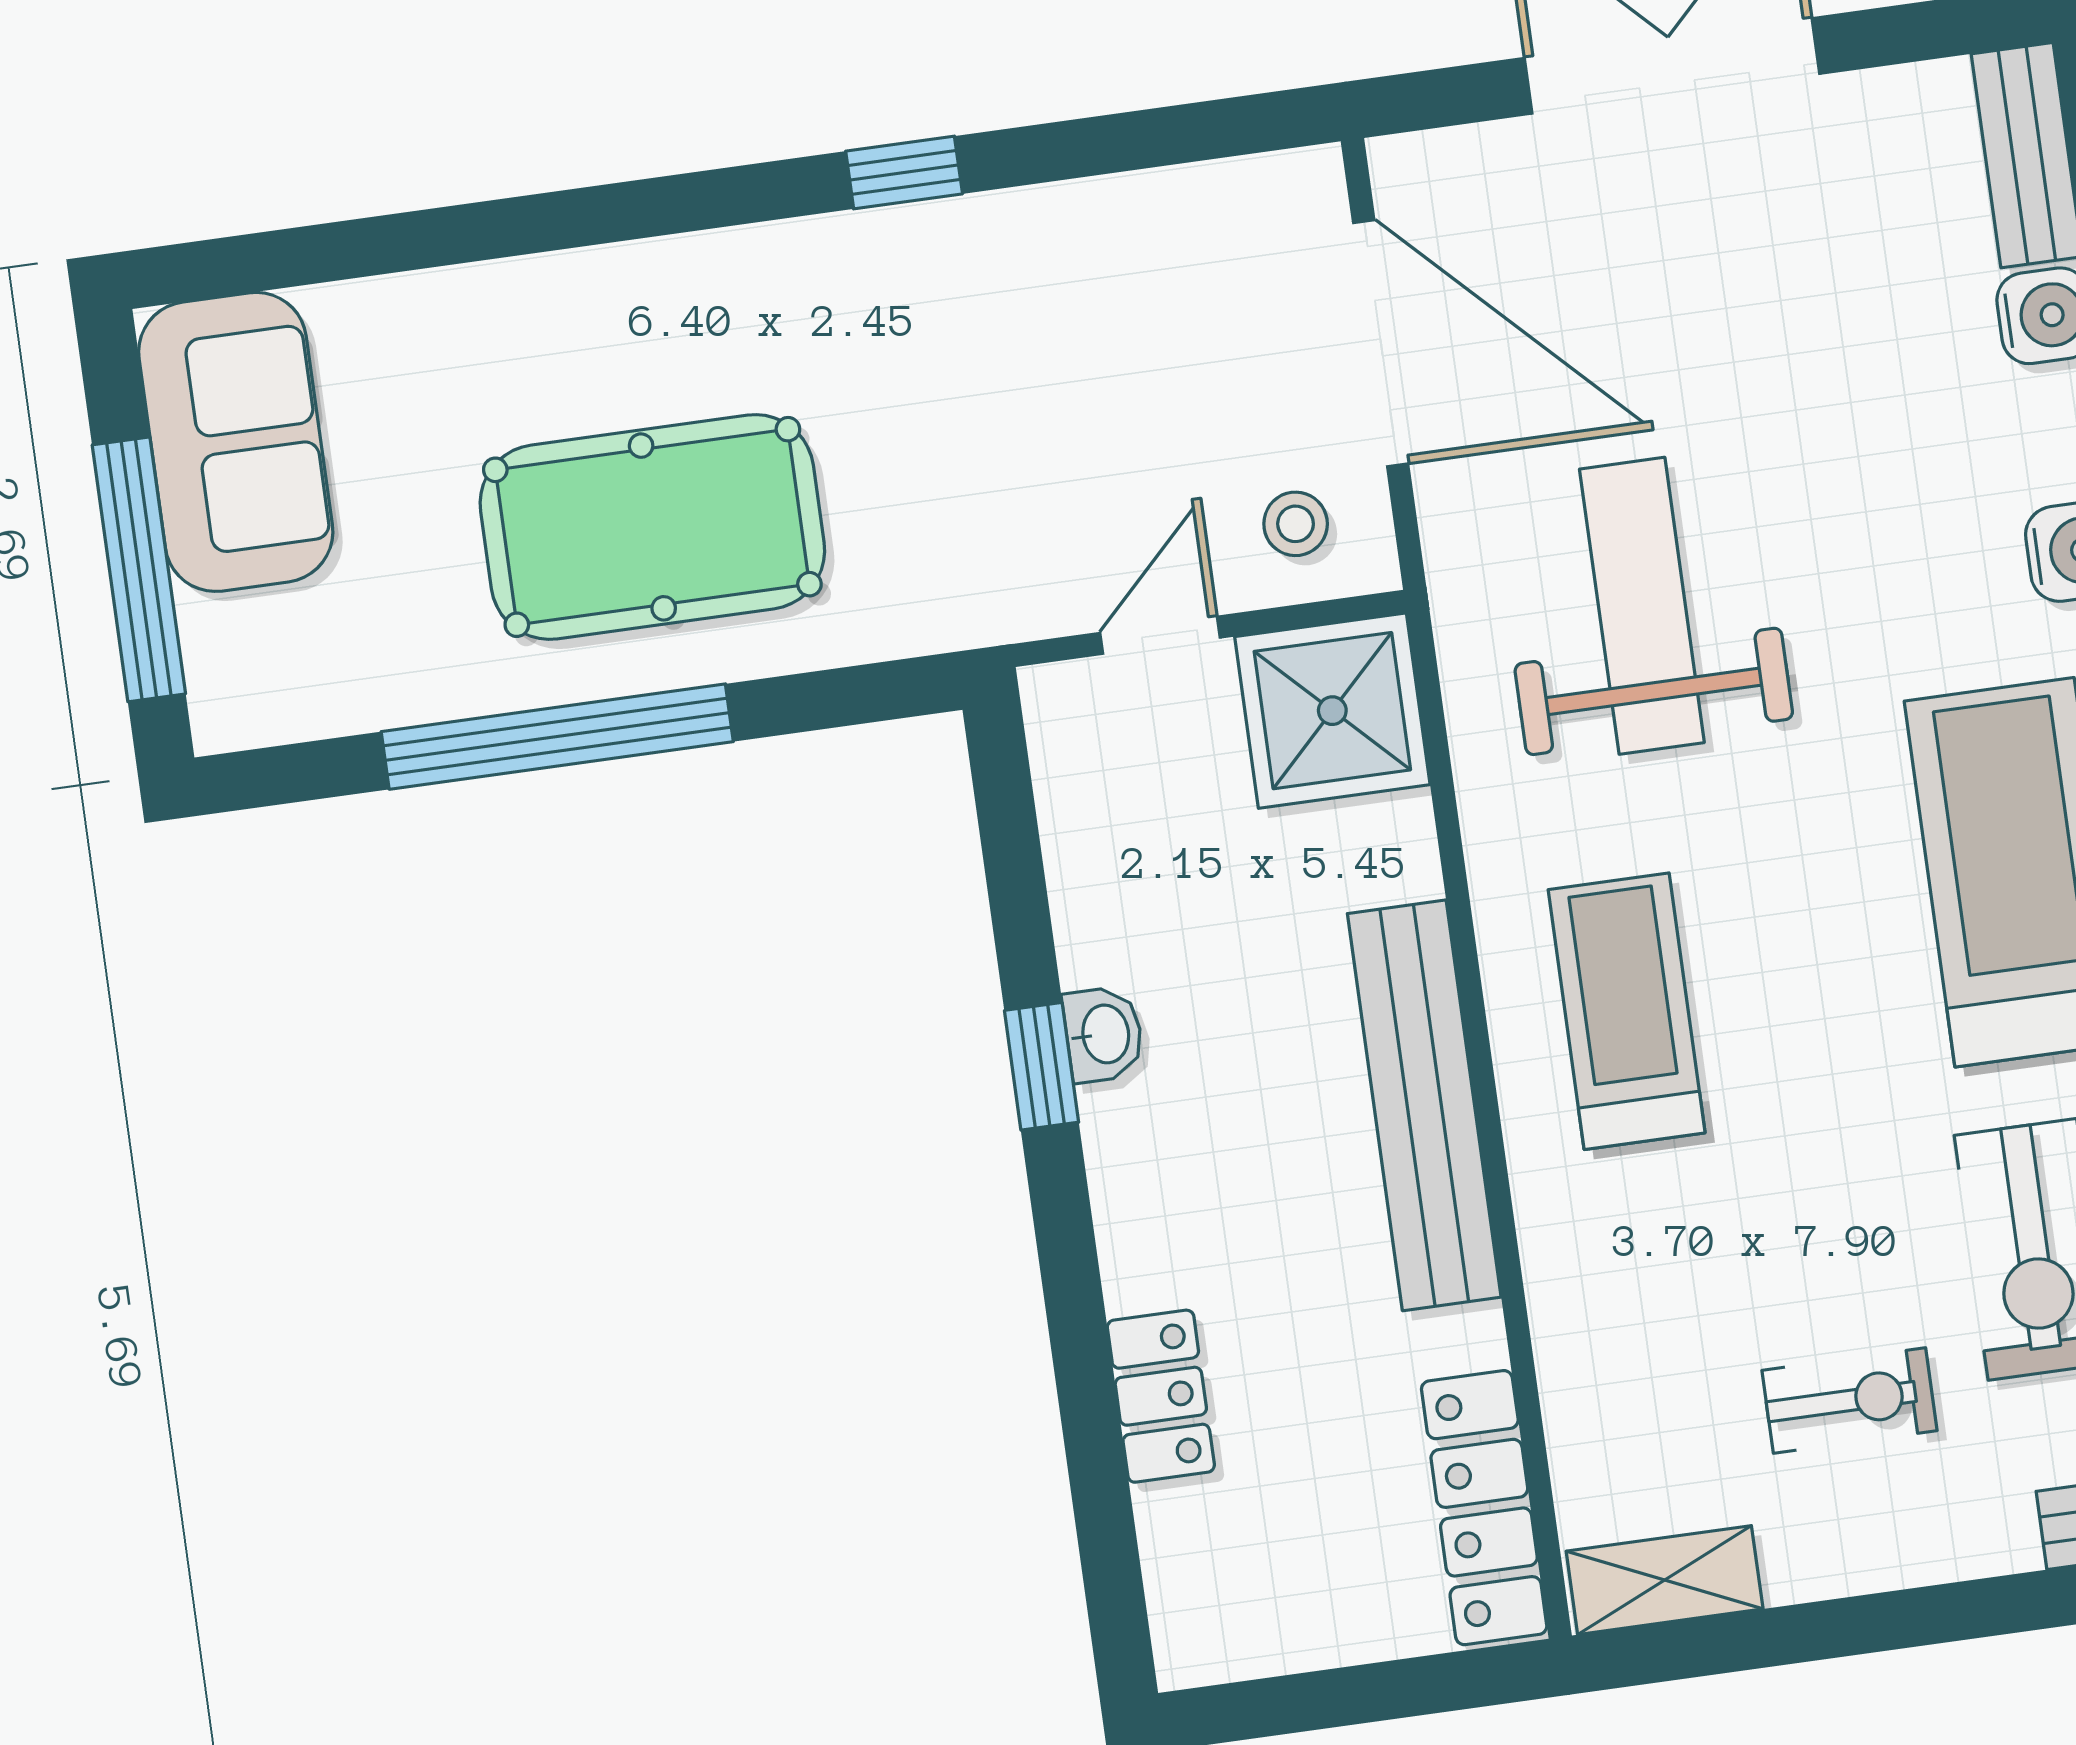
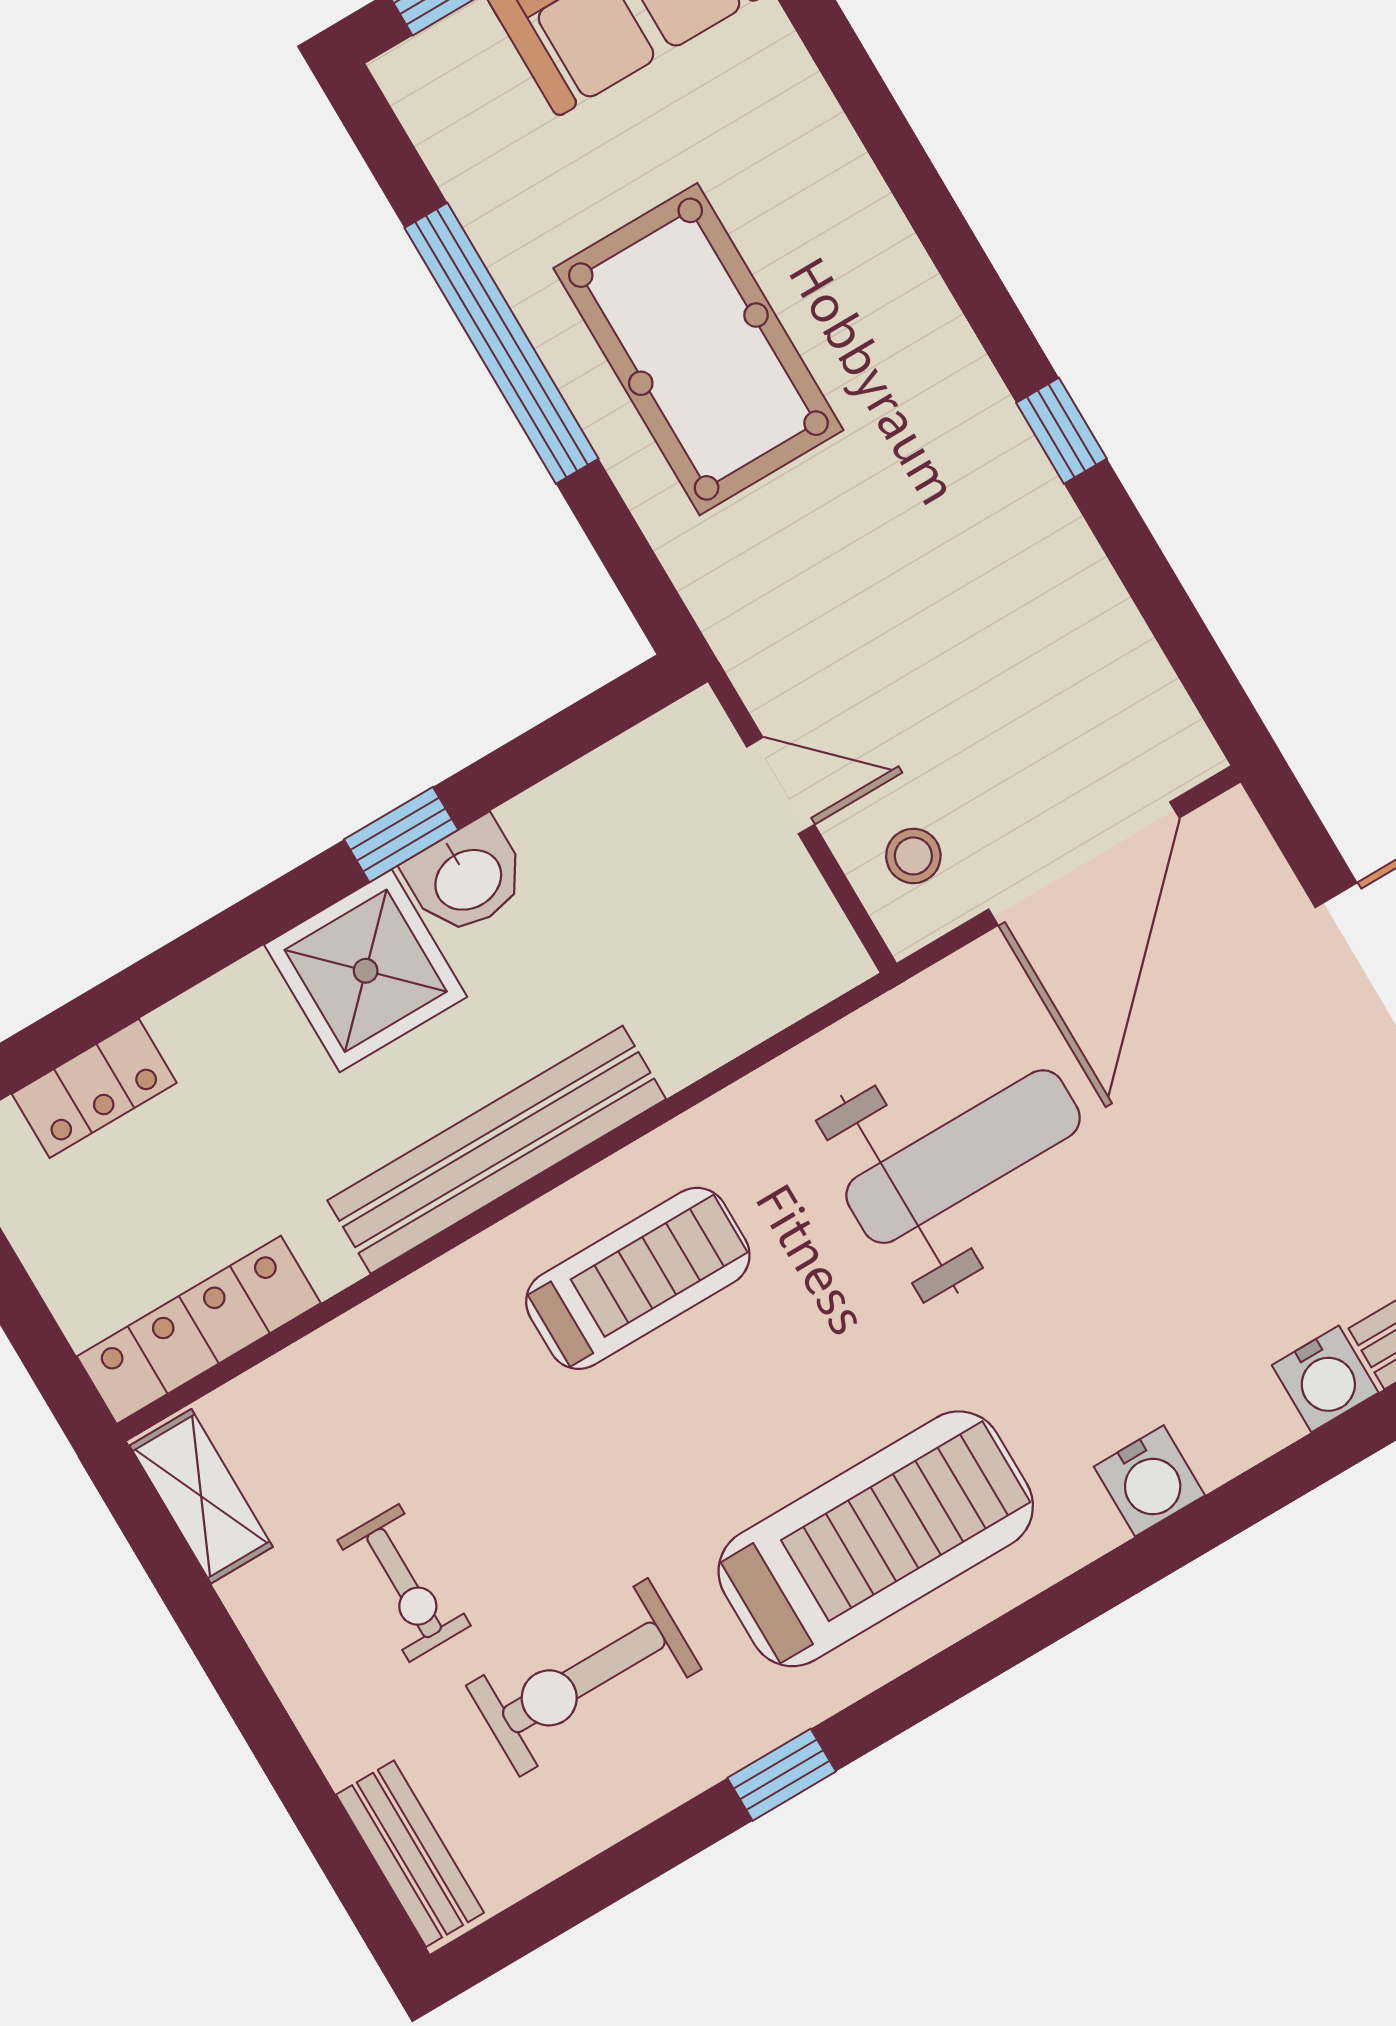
shower: (1332, 711) -> (366, 971), moved
washbasin: (1104, 1034) -> (467, 877), width x1.38, depth x1.45
locker: (1161, 1396) -> (94, 1088), moved

